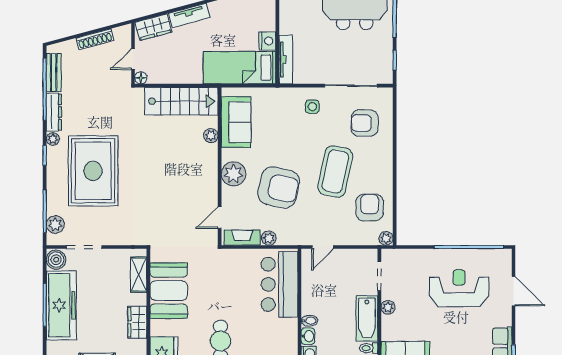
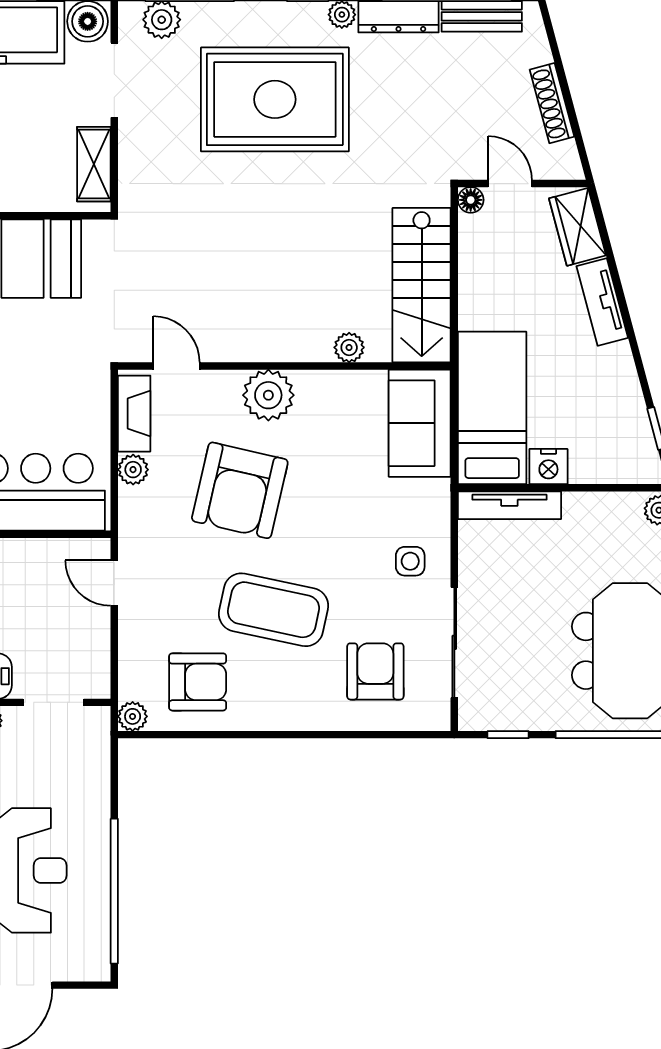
sofa: (236, 122) -> (420, 423), moved, turned 90
shelving: (139, 275) -> (94, 164), moved, turned 90

